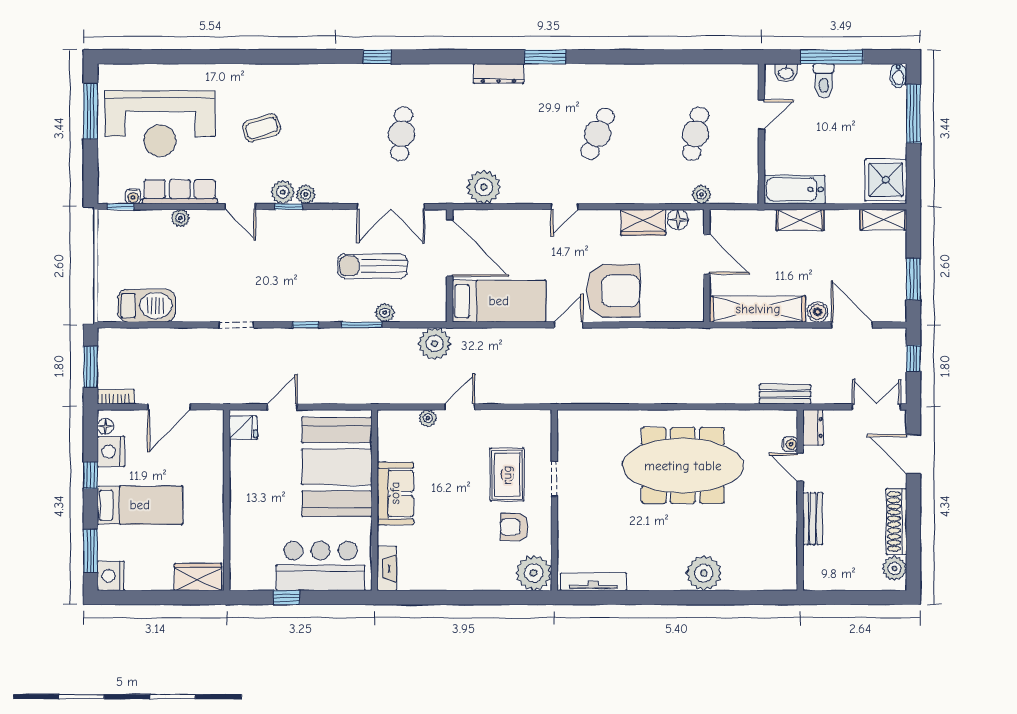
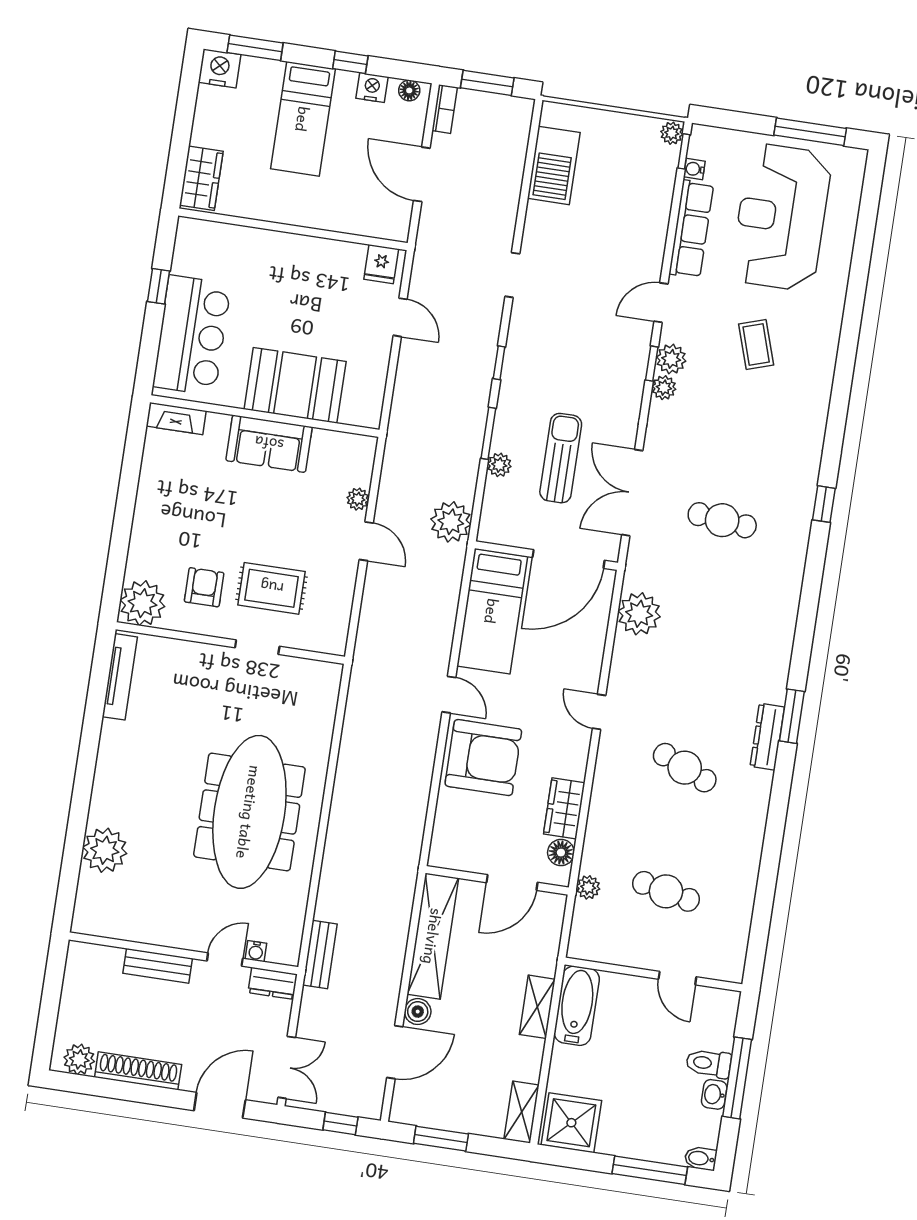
dresser: (498, 73) -> (767, 737), moved
washbasin: (786, 73) -> (714, 1094), moved
plant: (180, 218) -> (672, 133), moved
armchair: (613, 291) -> (483, 758), turned -90
nightstand: (111, 451) -> (372, 88), width x0.74, depth x0.75
booth: (337, 467) -> (295, 385), width x0.73, depth x0.70
plant: (704, 573) -> (105, 850), moved

